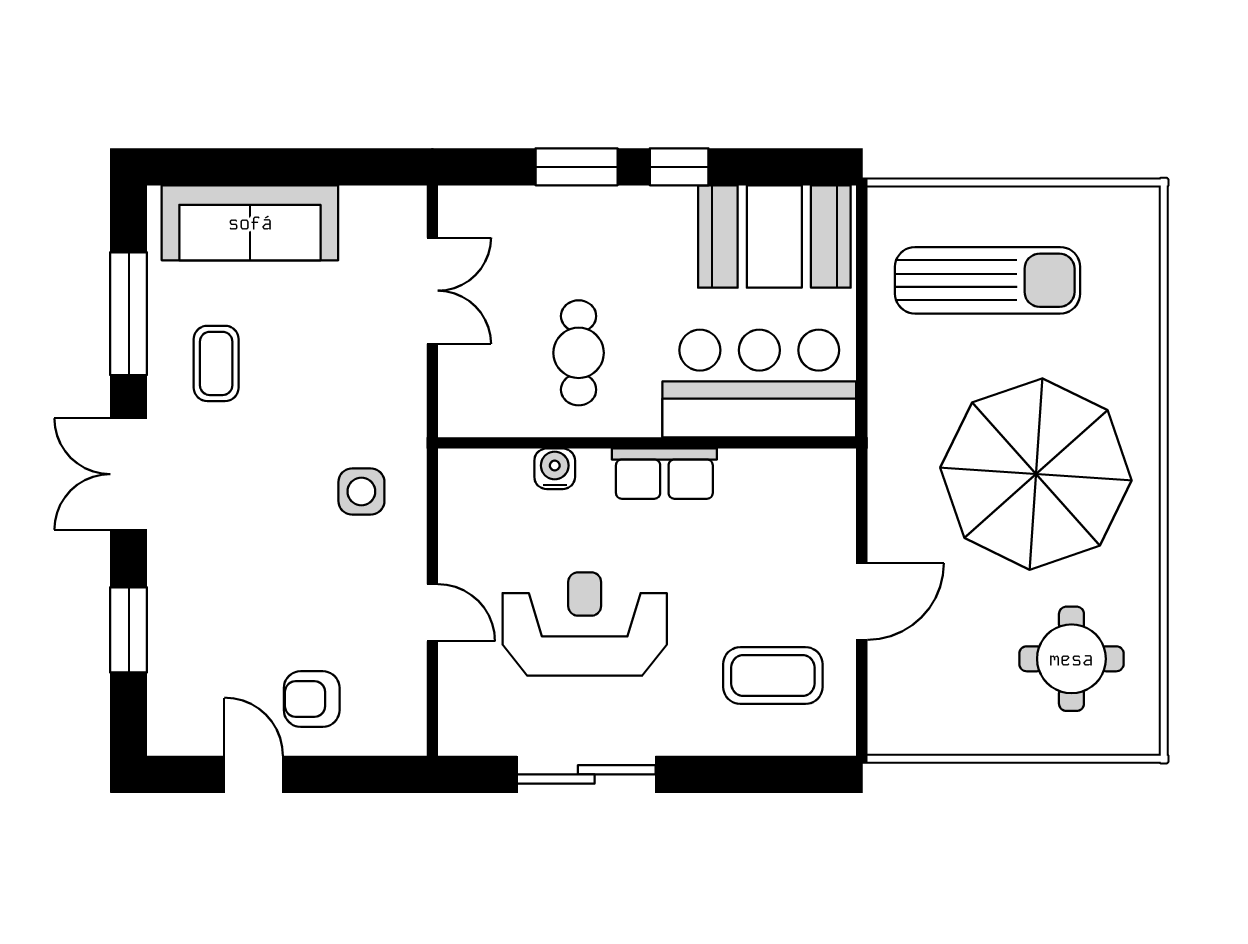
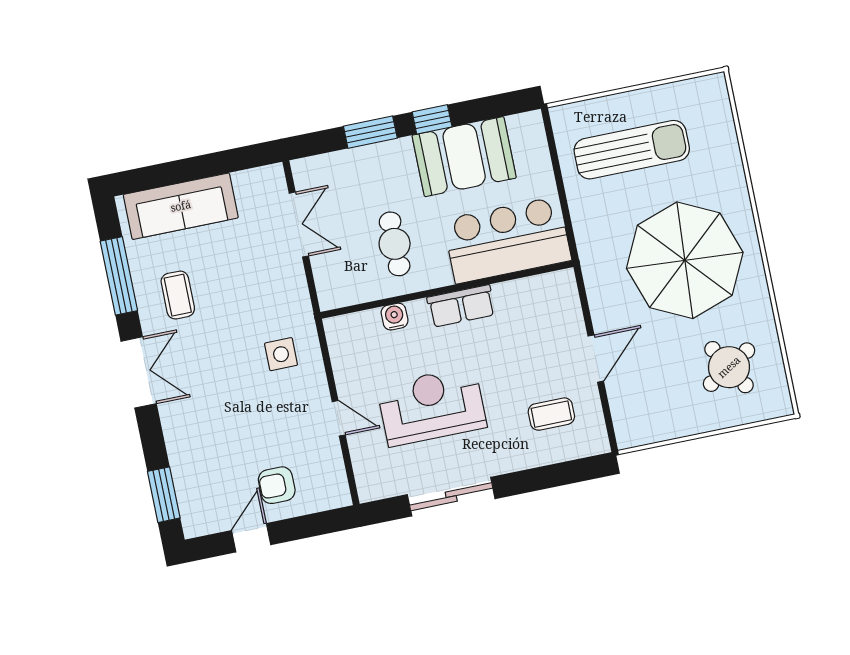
booth: (774, 236) -> (464, 157), moved
double door: (129, 474) -> (139, 372), swing flipped
window: (129, 630) -> (164, 495), moved
round table: (1071, 659) -> (729, 367), turned -31
coffee table: (773, 676) -> (551, 414), width x0.73, depth x0.77
door: (254, 774) -> (251, 538), hinge flipped

